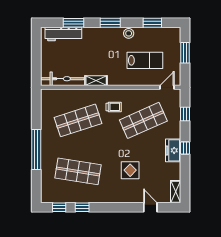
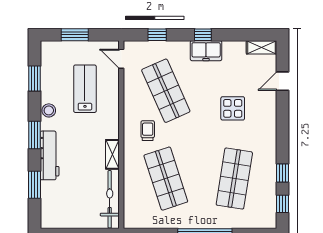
workbench: (63, 34) -> (50, 155), moved

